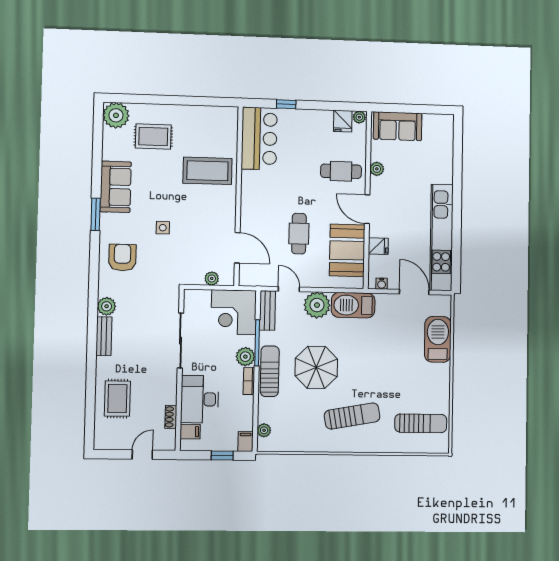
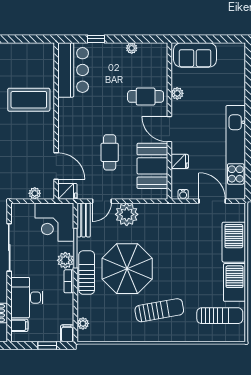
plant: (359, 117) -> (132, 48), moved
fridge: (343, 121) -> (67, 191), moved, turned -90
door: (289, 289) -> (102, 201), swing flipped
barbecue: (353, 305) -> (234, 282), moved, turned 90
parasol: (316, 367) -> (127, 269), width x1.36, depth x1.36

